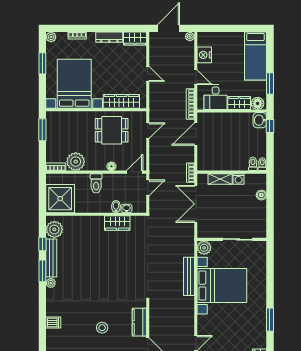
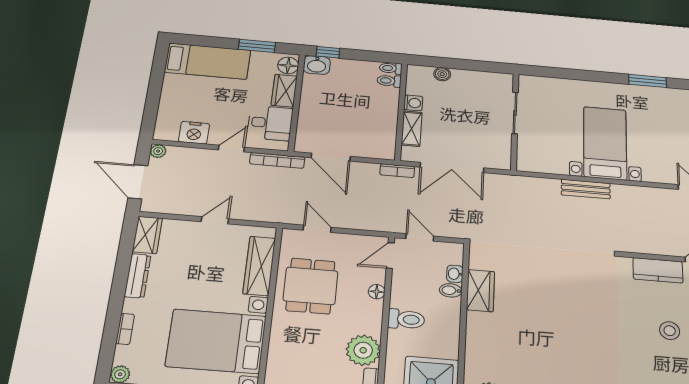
door: (135, 172) -> (390, 256), hinge flipped
plant: (204, 248) -> (528, 162), removed
bench: (189, 276) -> (586, 189), width x0.73
bed with nightstands: (222, 286) -> (605, 143), width x0.73

